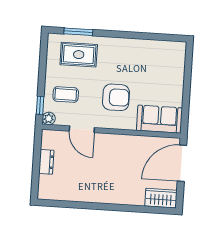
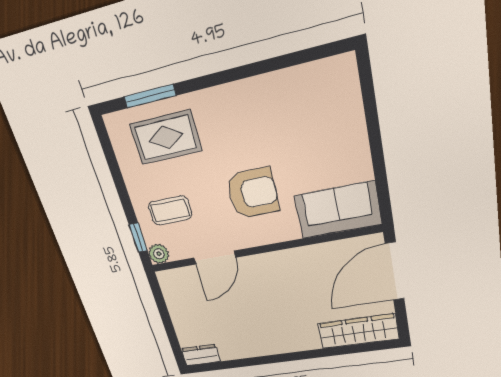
door: (82, 129) -> (215, 258), hinge flipped
dresser: (46, 162) -> (201, 355), moved, turned -90
wardrobe: (161, 198) -> (358, 331), width x1.50

